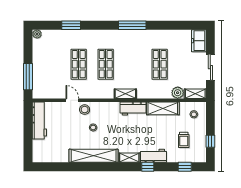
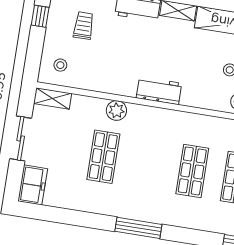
plant: (178, 93) -> (116, 111), moved
shelving: (125, 94) -> (168, 117), removed
shelving: (163, 108) -> (110, 83), removed

